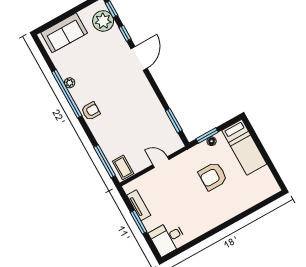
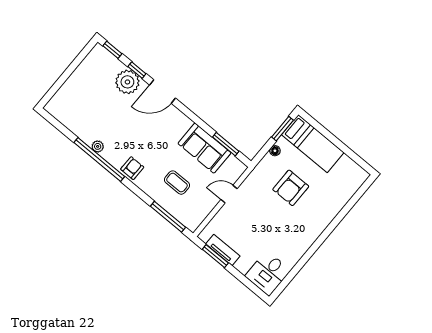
plant: (103, 21) -> (127, 82), moved
sofa: (64, 33) -> (204, 148), moved, turned 90
door: (139, 58) -> (162, 91), swing flipped
window: (207, 135) -> (283, 129), moved
coffee table: (123, 167) -> (177, 183), moved
window: (139, 222) -> (215, 256), moved

